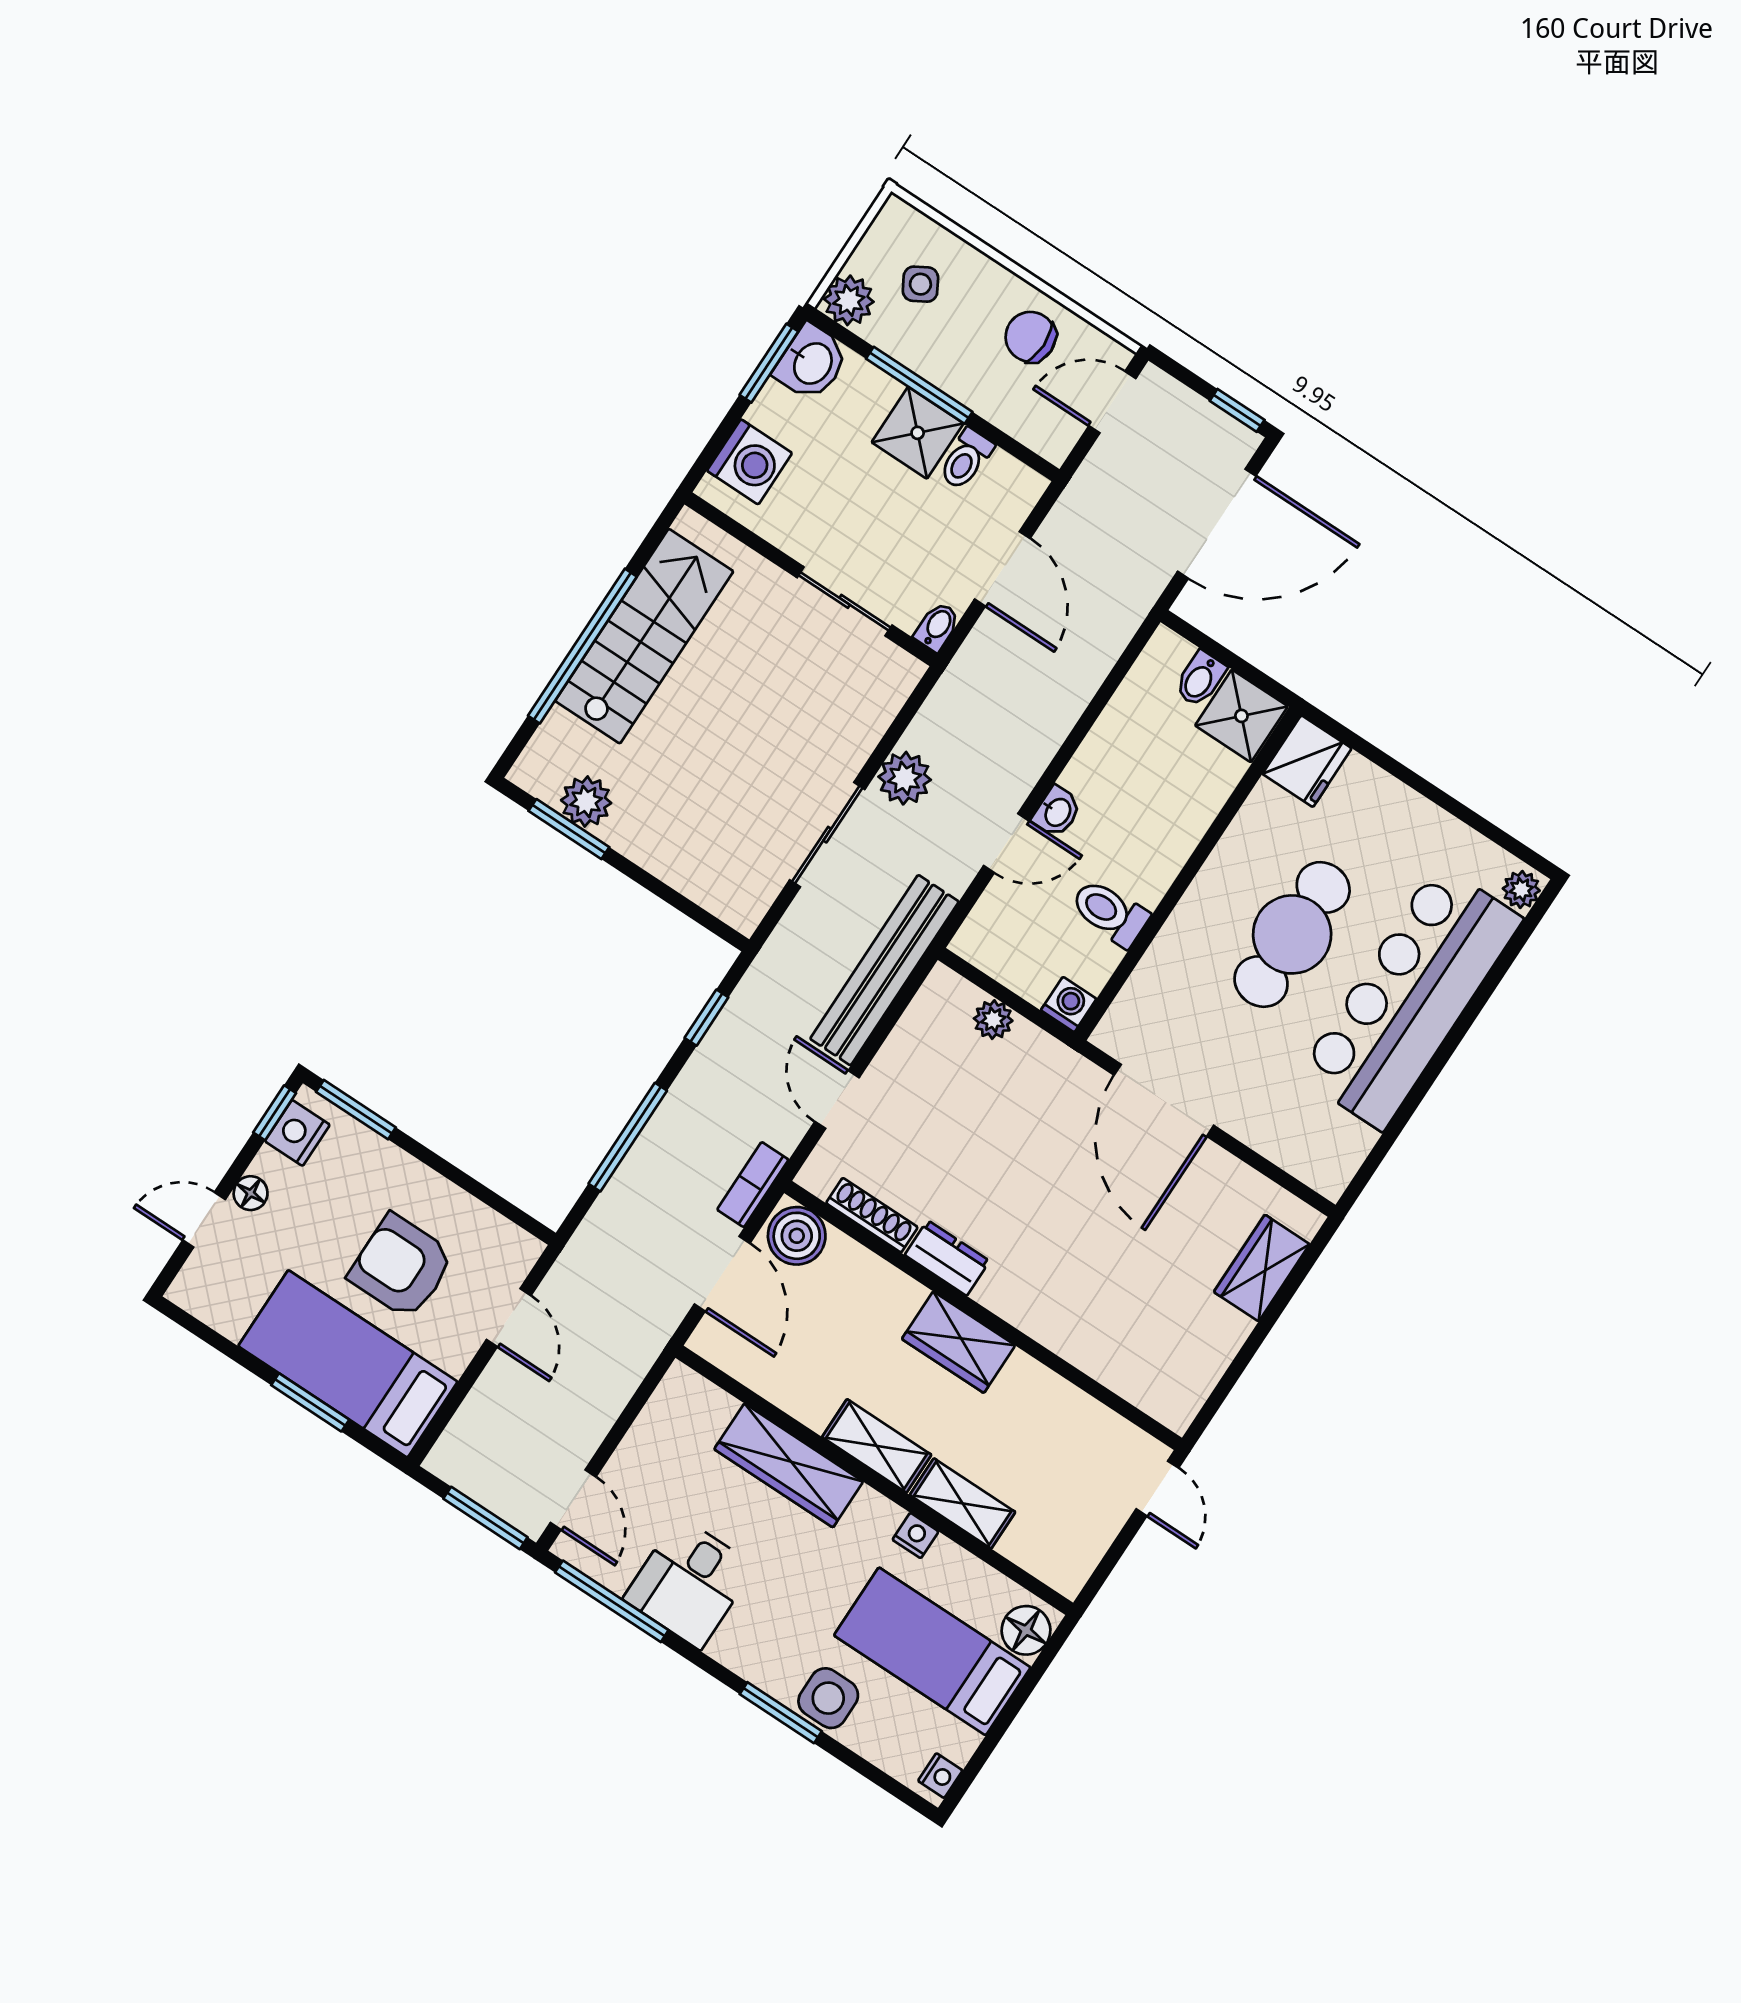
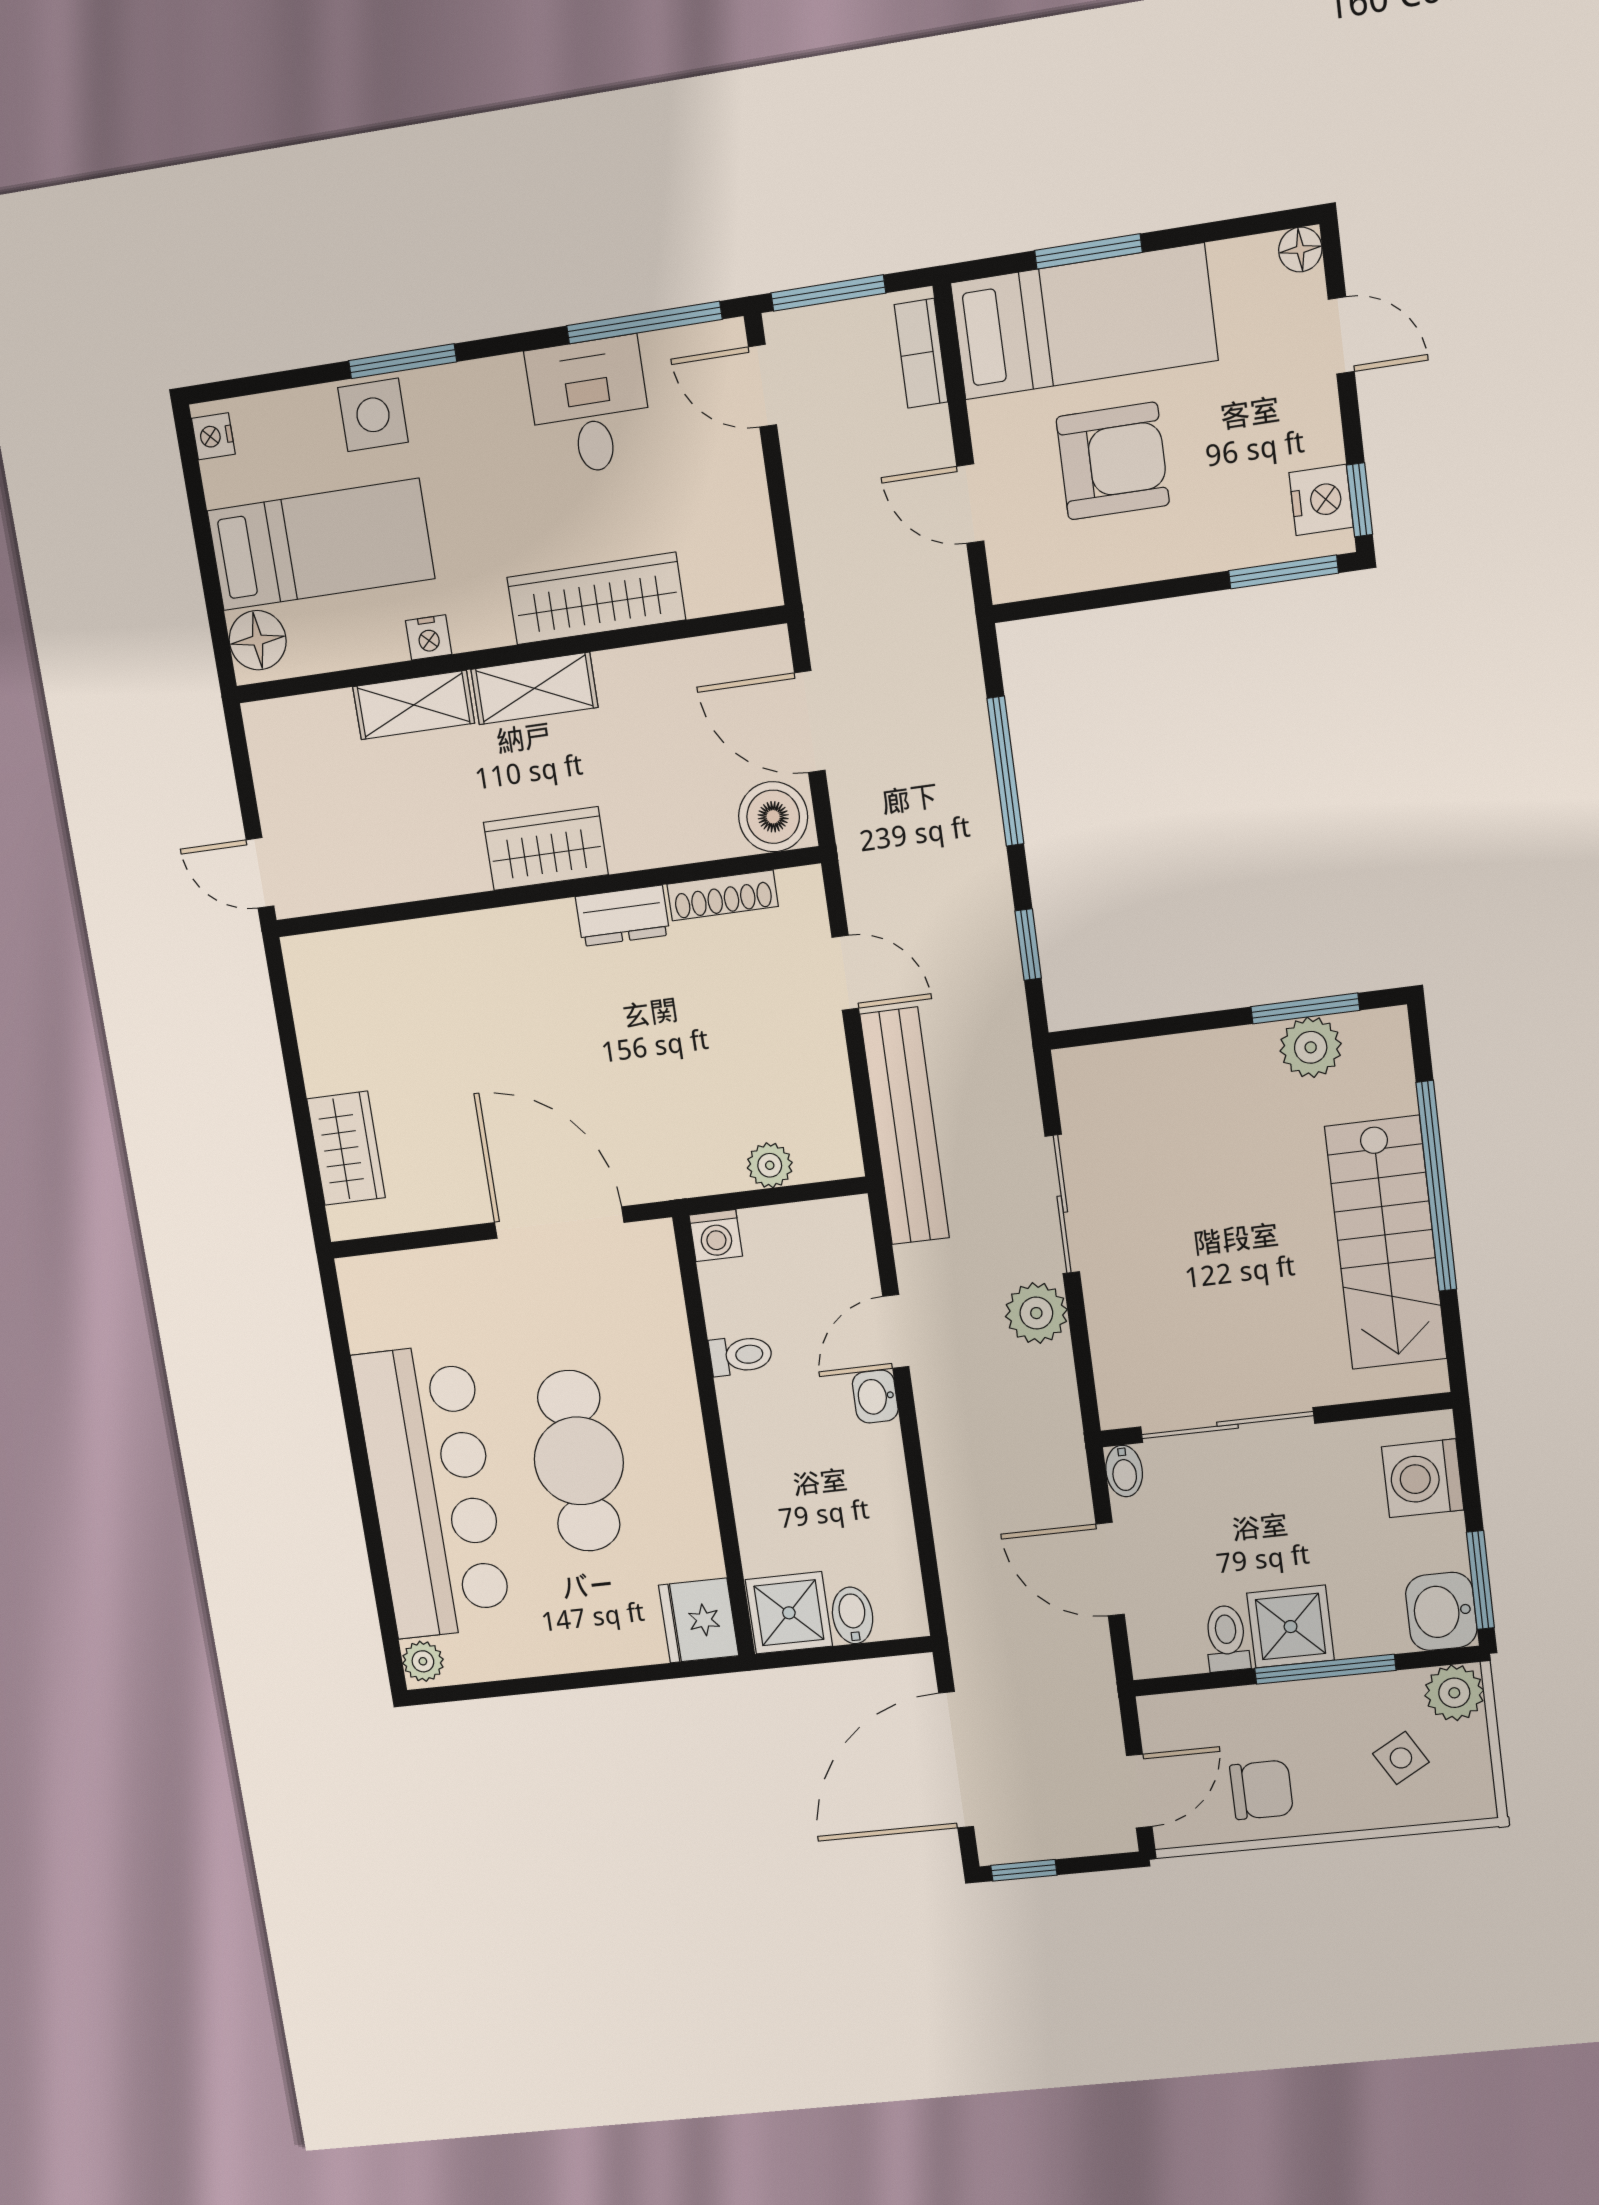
sliding door: (845, 601) -> (1227, 1425), width x1.37
toilet: (1110, 913) -> (741, 1355), width x0.73, depth x0.72
bookcase: (753, 1185) -> (921, 353), moved, turned 180
floor lamp: (251, 1193) -> (1300, 250), moved
door: (204, 1220) -> (1341, 335), hinge flipped

